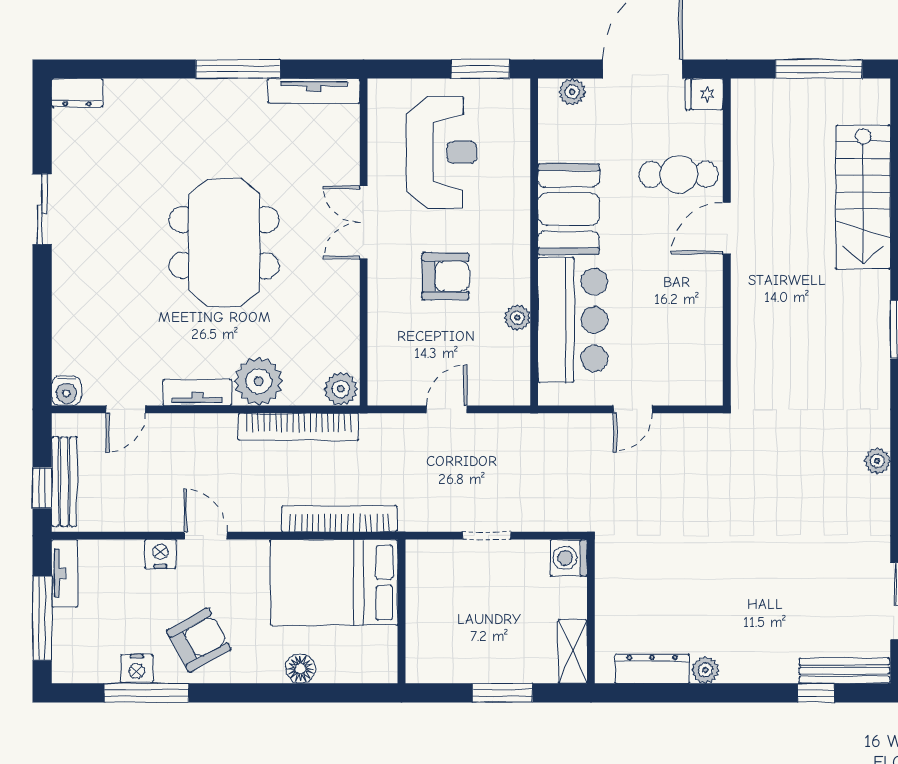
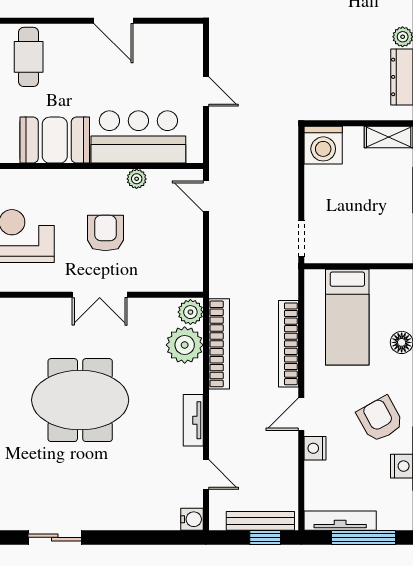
double door: (364, 222) -> (100, 295), moved
door: (727, 228) -> (114, 21), moved
plant: (259, 381) -> (185, 345), moved
door: (447, 409) -> (206, 196), moved
bookcase: (339, 519) -> (289, 344), moved
doorway: (487, 536) -> (301, 238), moved
washing machine: (569, 558) -> (323, 145), width x1.37, depth x1.37
tv unit: (65, 573) -> (340, 521), width x1.41
bed: (334, 582) -> (347, 317), width x0.67

